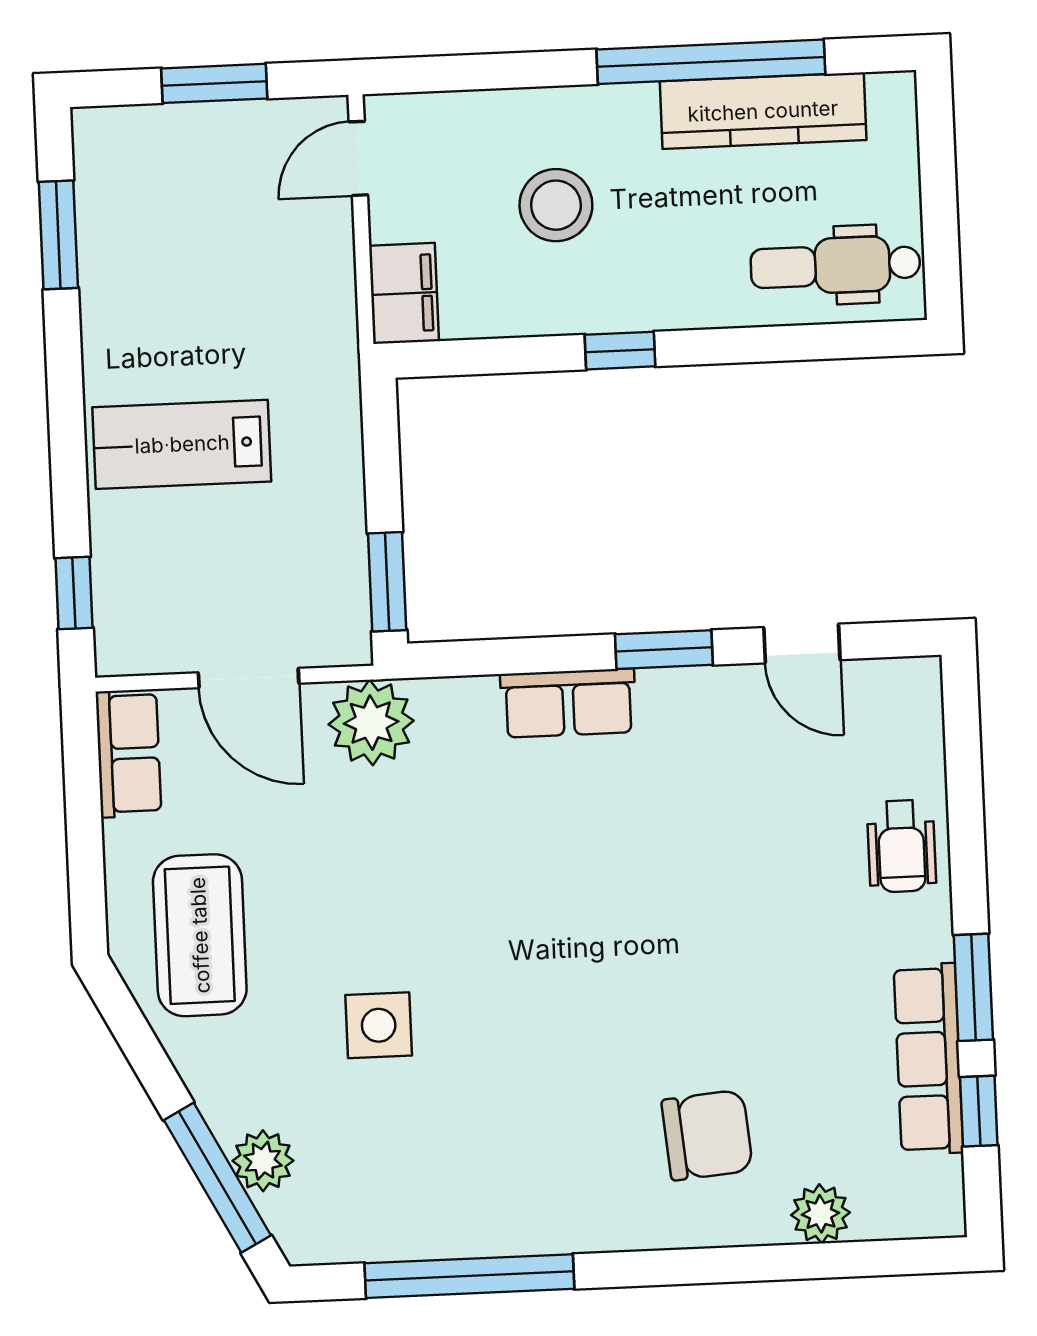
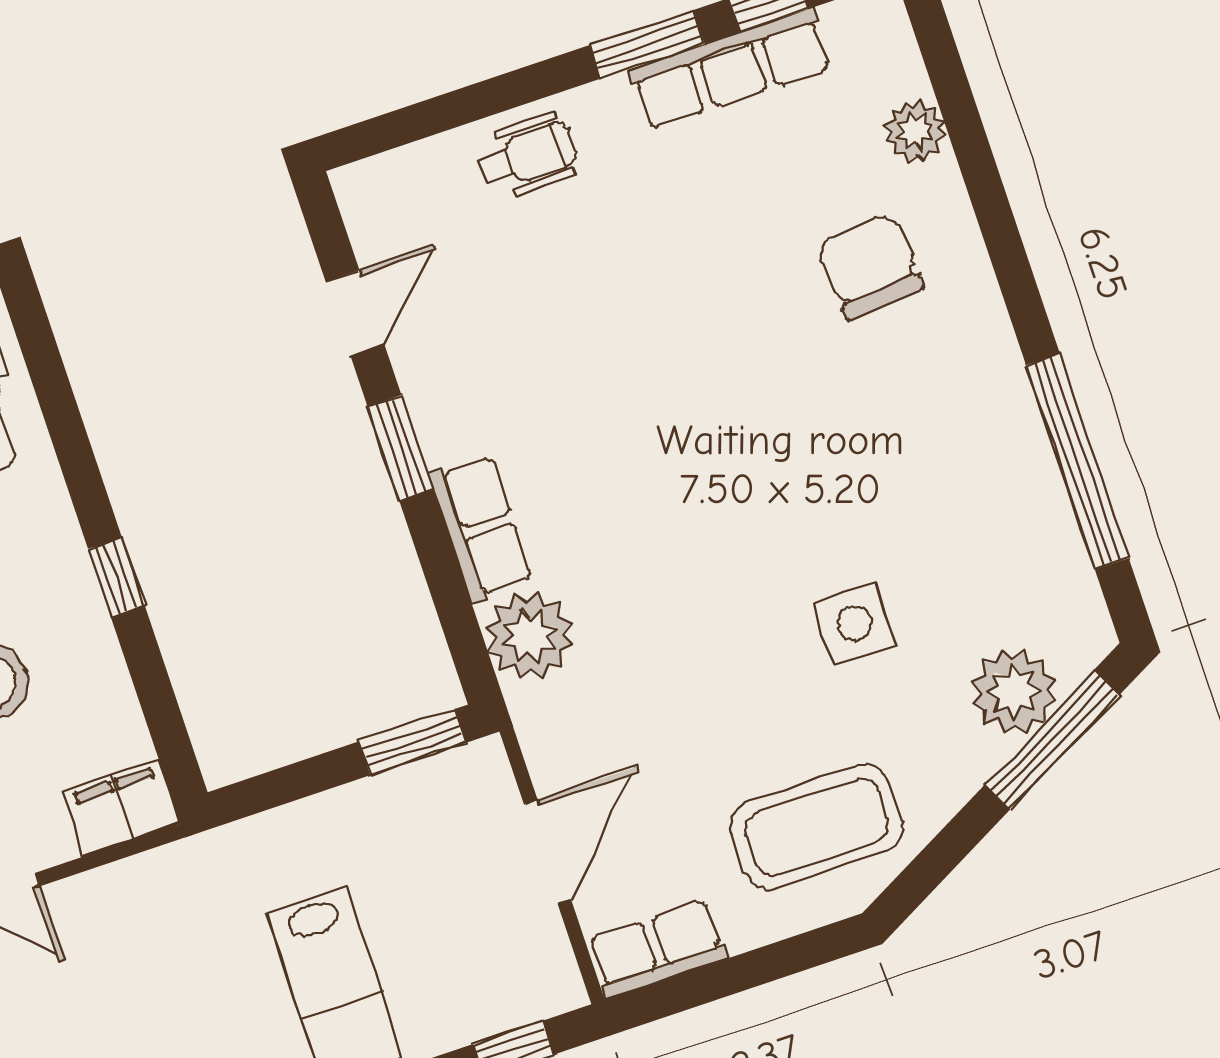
plant: (371, 723) -> (529, 636), moved
plant: (263, 1161) -> (1014, 692), width x1.36, depth x1.36

